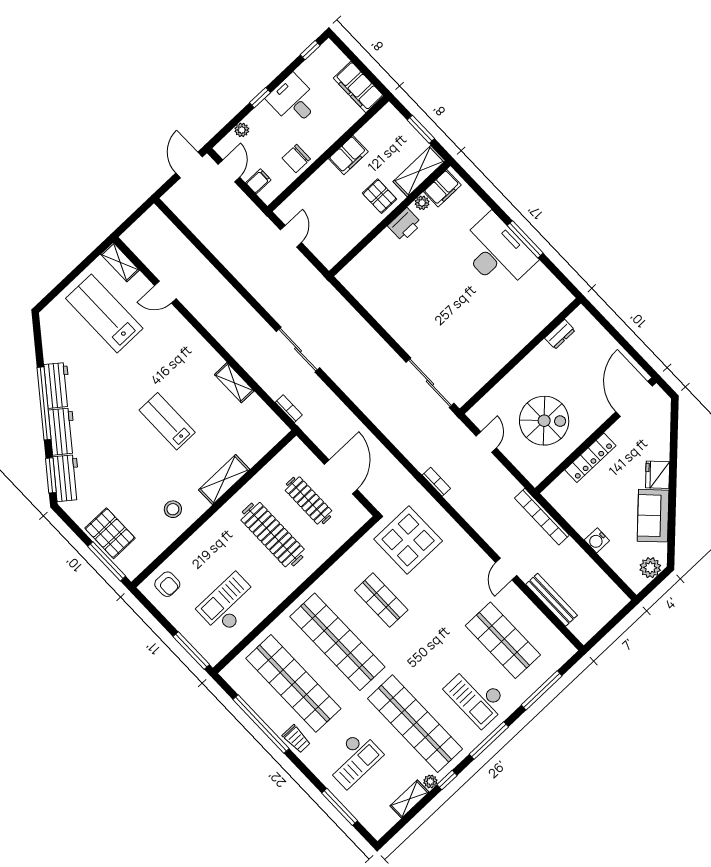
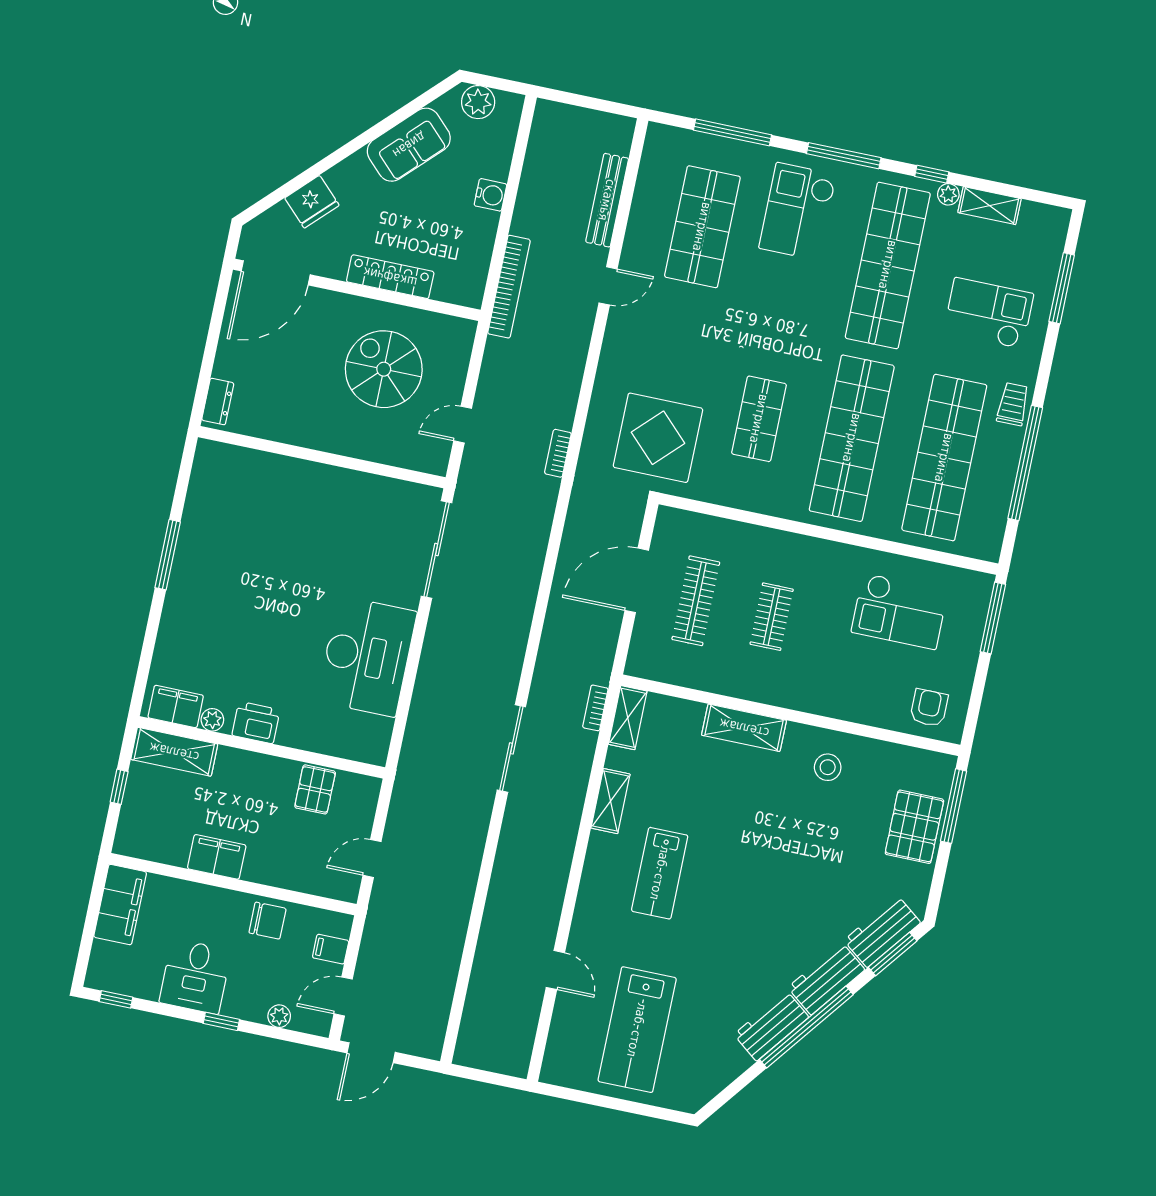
window: (421, 129) -> (119, 787), width x0.67
pallet: (380, 196) -> (315, 789), moved
desk: (497, 252) -> (367, 656), moved, turned 180
shelving: (120, 262) -> (628, 718), moved
dresser: (560, 334) -> (218, 402), moved, turned 90
lab bench: (167, 421) -> (660, 873), moved
fridge: (658, 475) -> (312, 202), moved
clothes rail: (273, 535) -> (772, 617), width x0.54, depth x0.76
checkout: (476, 696) -> (798, 211), turned 180

